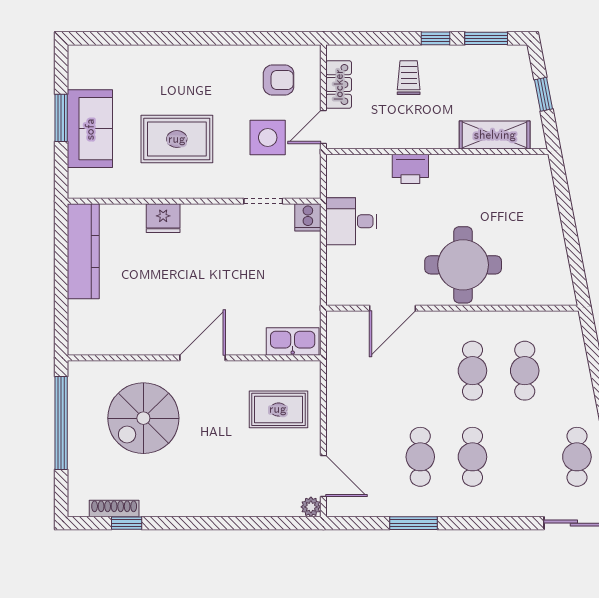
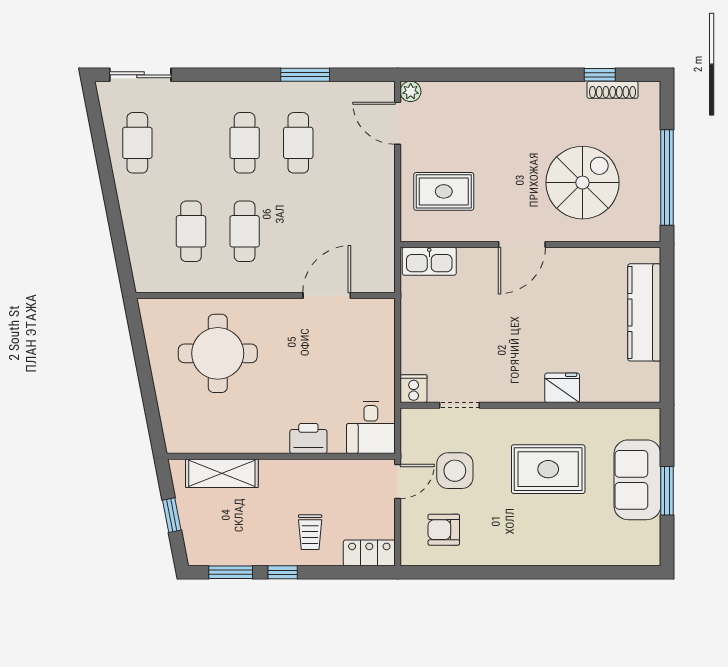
locker: (339, 85) -> (369, 553), moved, turned 90
desk: (351, 221) -> (371, 427), moved, turned 90
kitchen counter: (83, 251) -> (644, 312), moved
round table: (463, 265) -> (218, 353), moved

